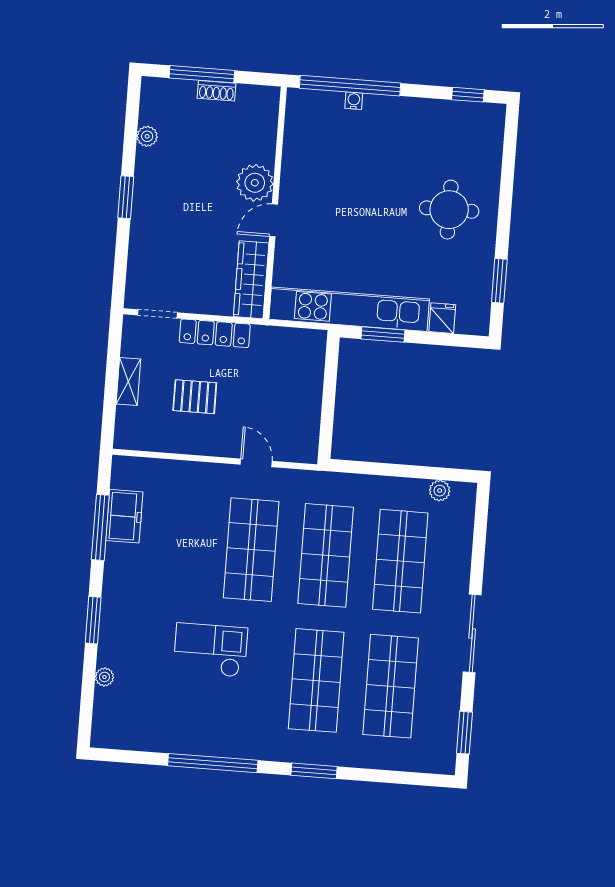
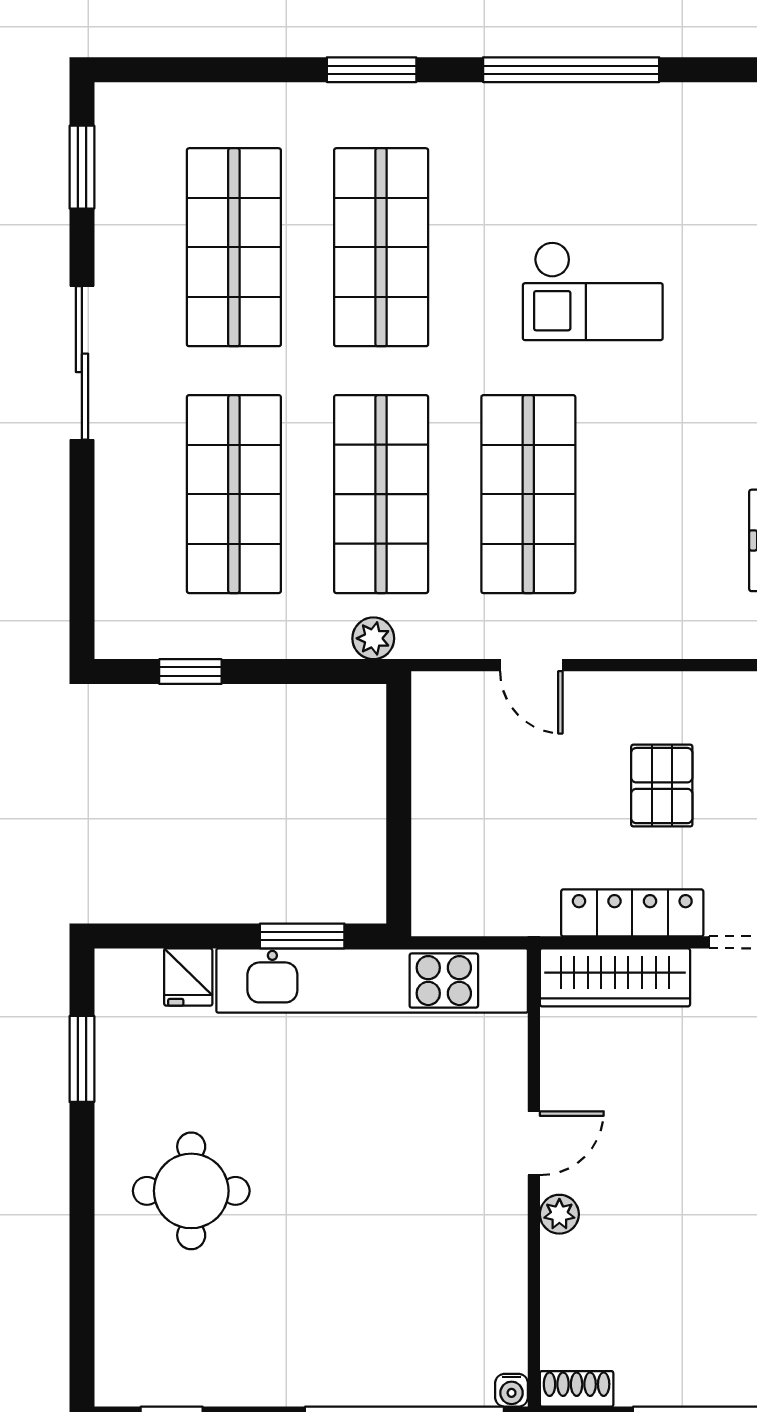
shoe rack: (216, 91) -> (577, 1389), moved
water cooler: (354, 101) -> (512, 1390), moved
plant: (255, 183) -> (559, 1214), width x0.53, depth x0.53
wardrobe: (251, 280) -> (615, 977), moved, turned 90
pallet: (195, 397) -> (662, 786), turned 90
window: (429, 473) -> (190, 672), added
plant: (440, 491) -> (373, 638), moved

